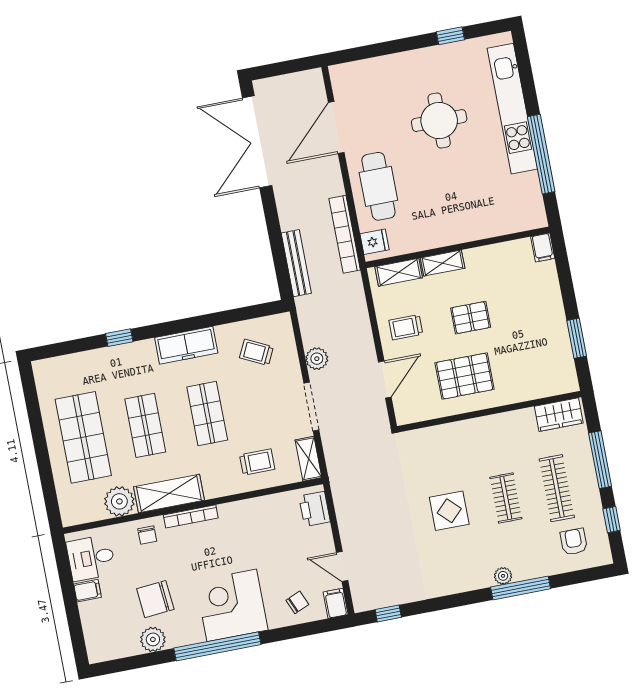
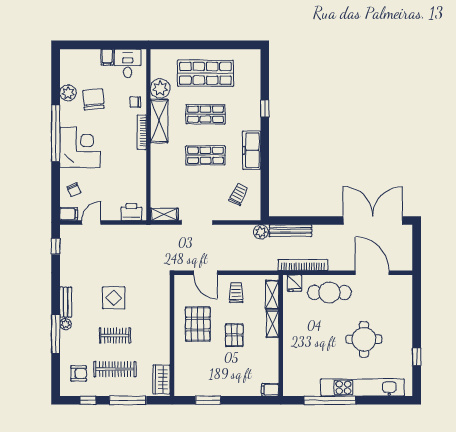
plant: (317, 359) -> (261, 232), moved
trolley: (257, 462) -> (168, 181), removed
bench: (470, 582) -> (66, 302), added

